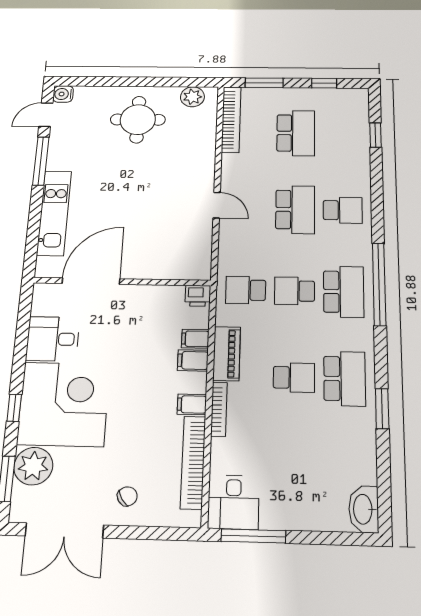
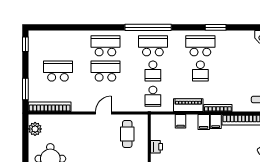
window: (324, 83) -> (25, 44), moved
window: (376, 135) -> (59, 27), removed
school desk: (343, 210) -> (105, 46), width x1.85
cafe table: (176, 244) -> (127, 134), added
printer: (198, 296) -> (157, 147), moved
filing cabinet: (193, 360) -> (204, 122), moved
school desk: (294, 378) -> (200, 71), turned 180

